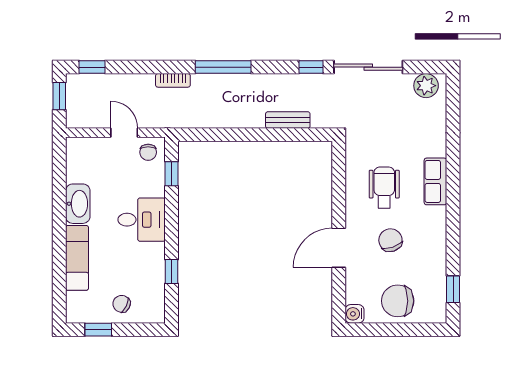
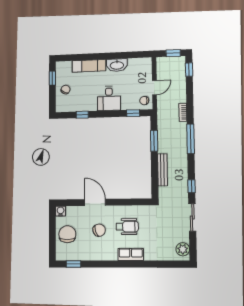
sliding door: (368, 67) -> (192, 217), width x0.73
bench: (288, 120) -> (163, 170), width x1.36
window: (225, 135) -> (154, 141), added

